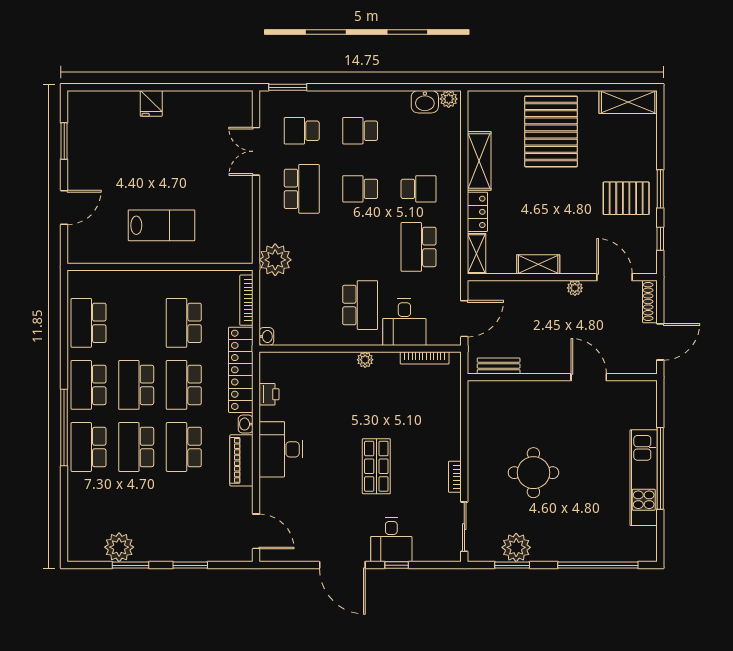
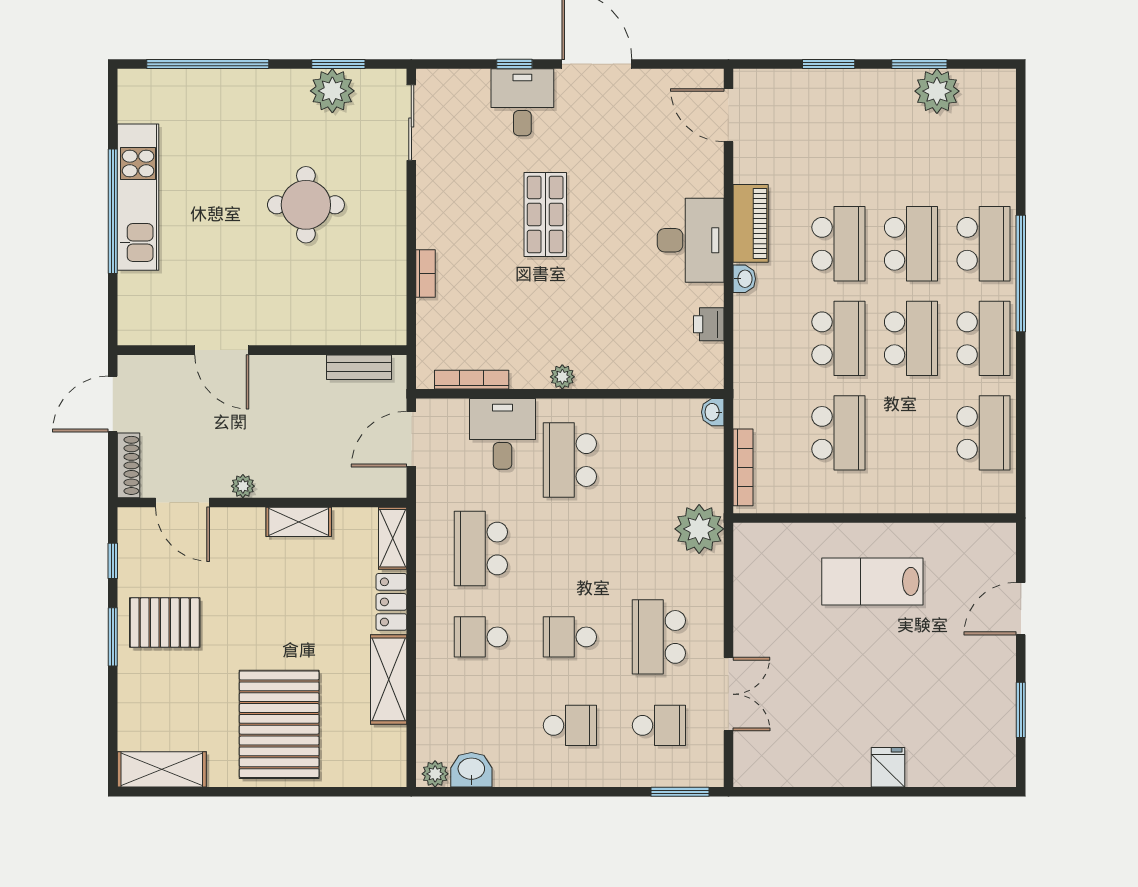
school desk: (360, 189) -> (570, 637), turned 180
school desk: (419, 247) -> (481, 548), turned 180
locker: (241, 370) -> (752, 361), removed
bookcase: (455, 477) -> (426, 273), moved

